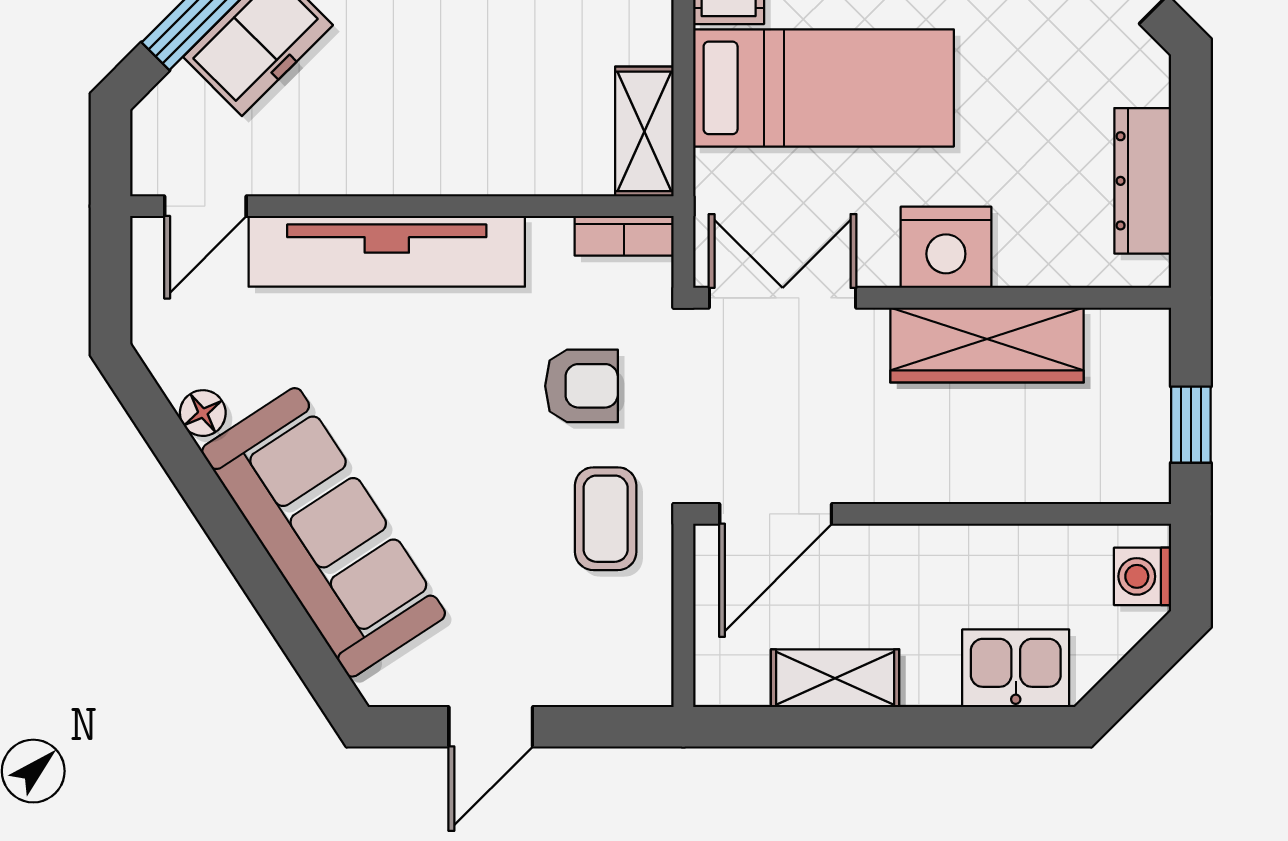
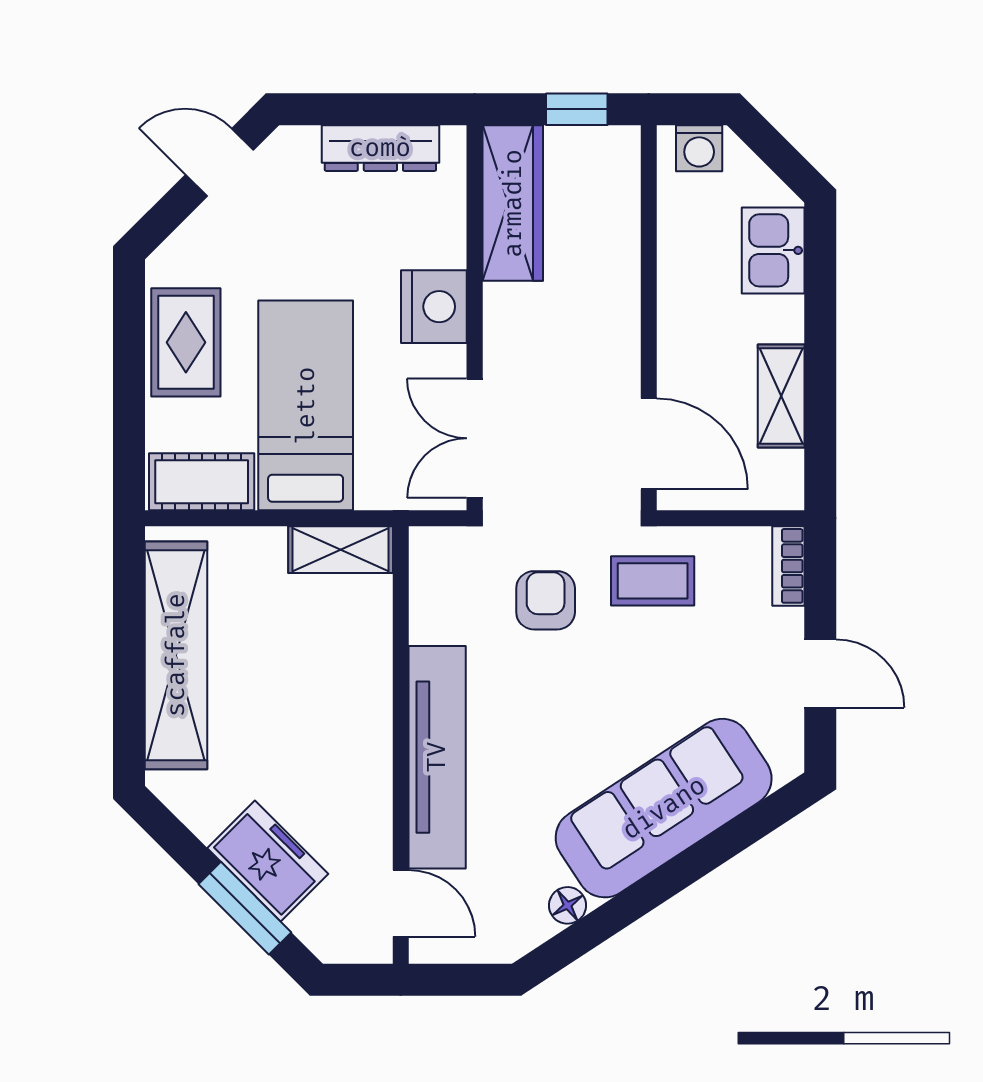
bookcase: (624, 236) -> (788, 566), moved, turned 180
wardrobe: (987, 345) -> (513, 203), moved

